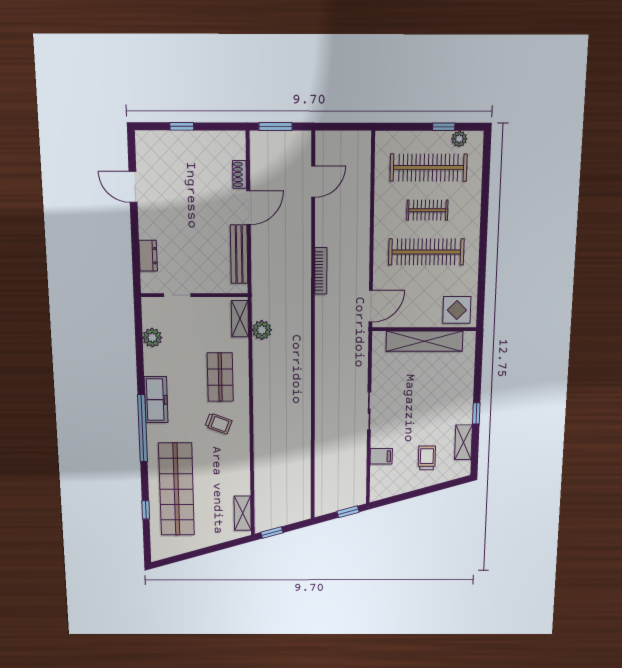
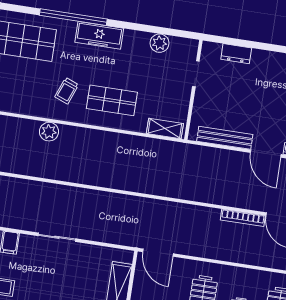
bookcase: (321, 271) -> (243, 218), moved
plant: (262, 330) -> (49, 132), moved

